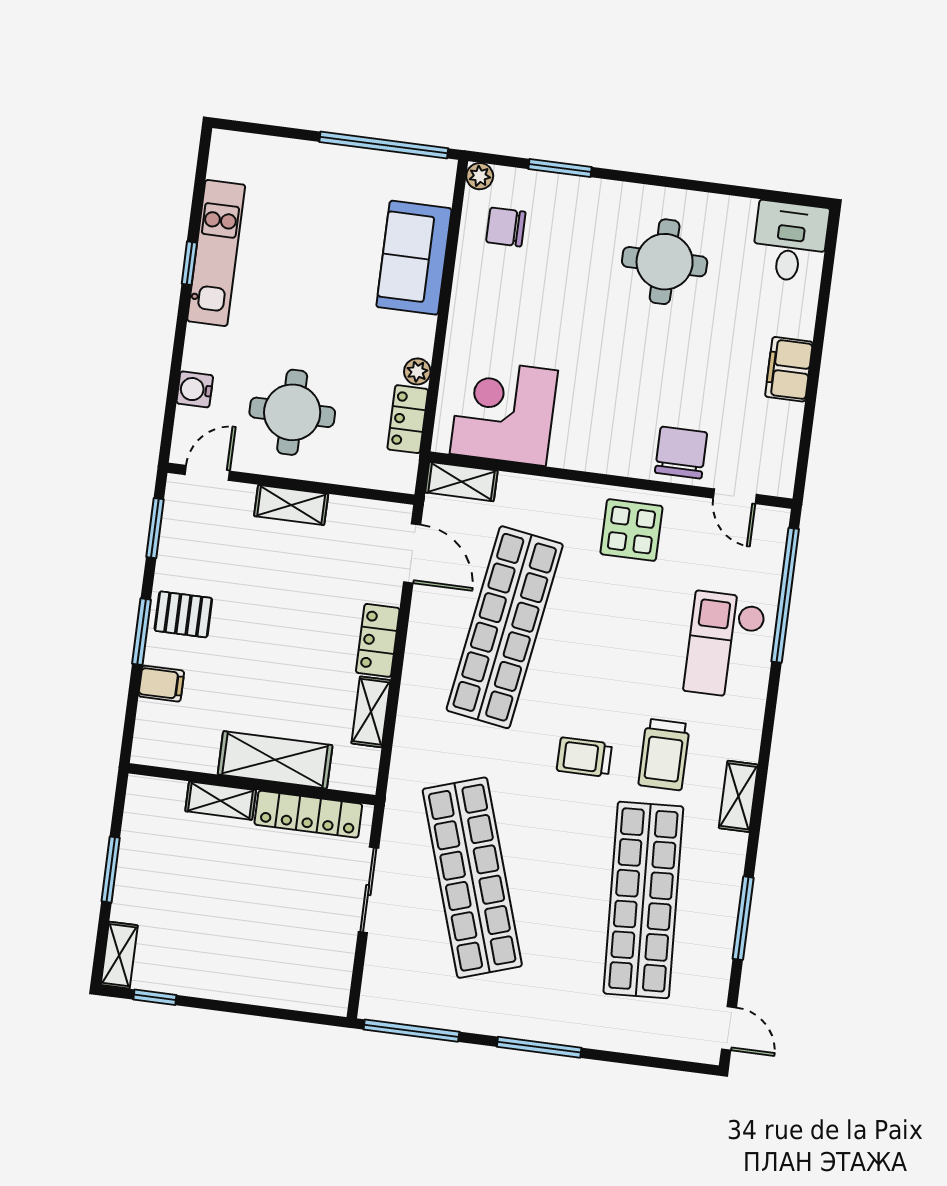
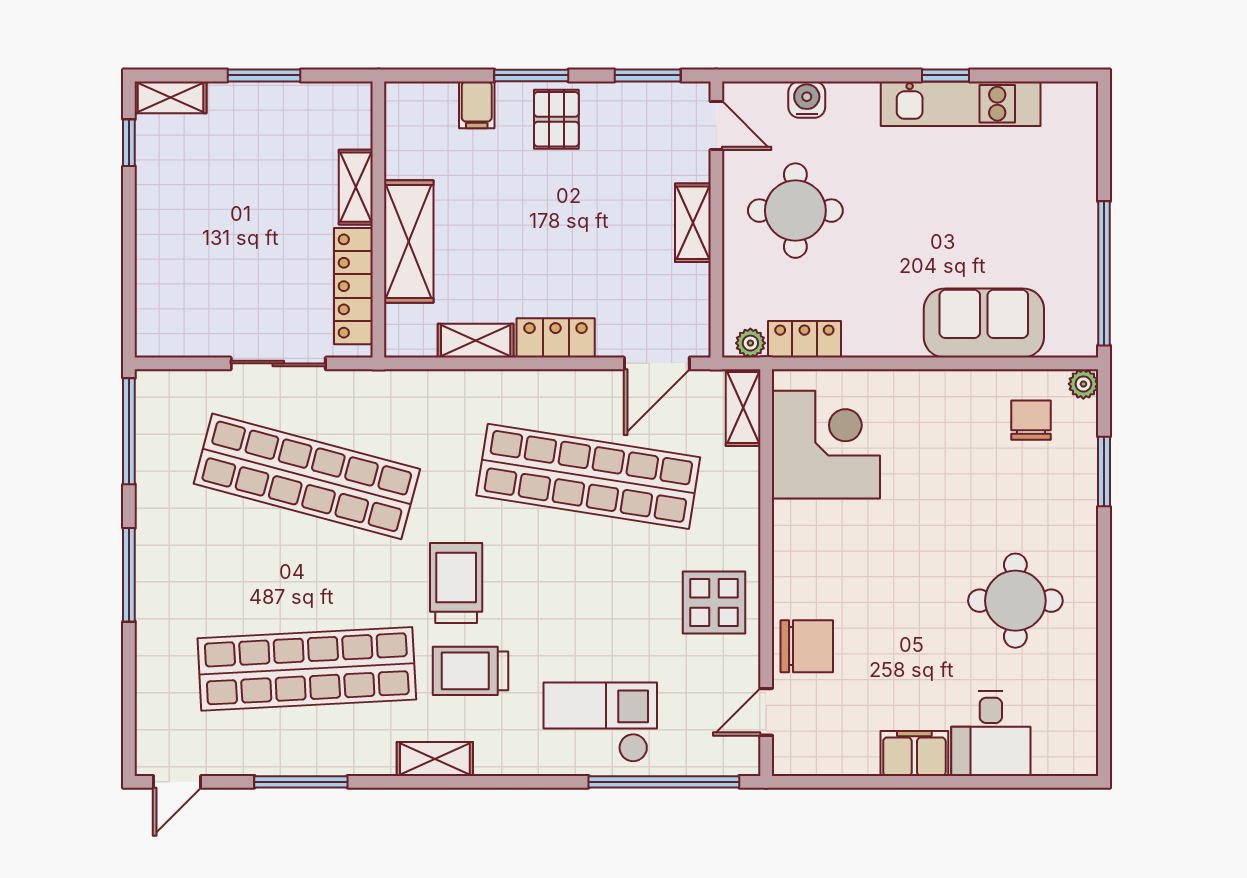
desk: (790, 242) -> (991, 733), moved, turned 90
plant: (417, 371) -> (750, 343), moved
trolley: (584, 757) -> (456, 583), width x1.36, depth x1.39
shop shelf: (472, 878) -> (307, 476), turned 33

